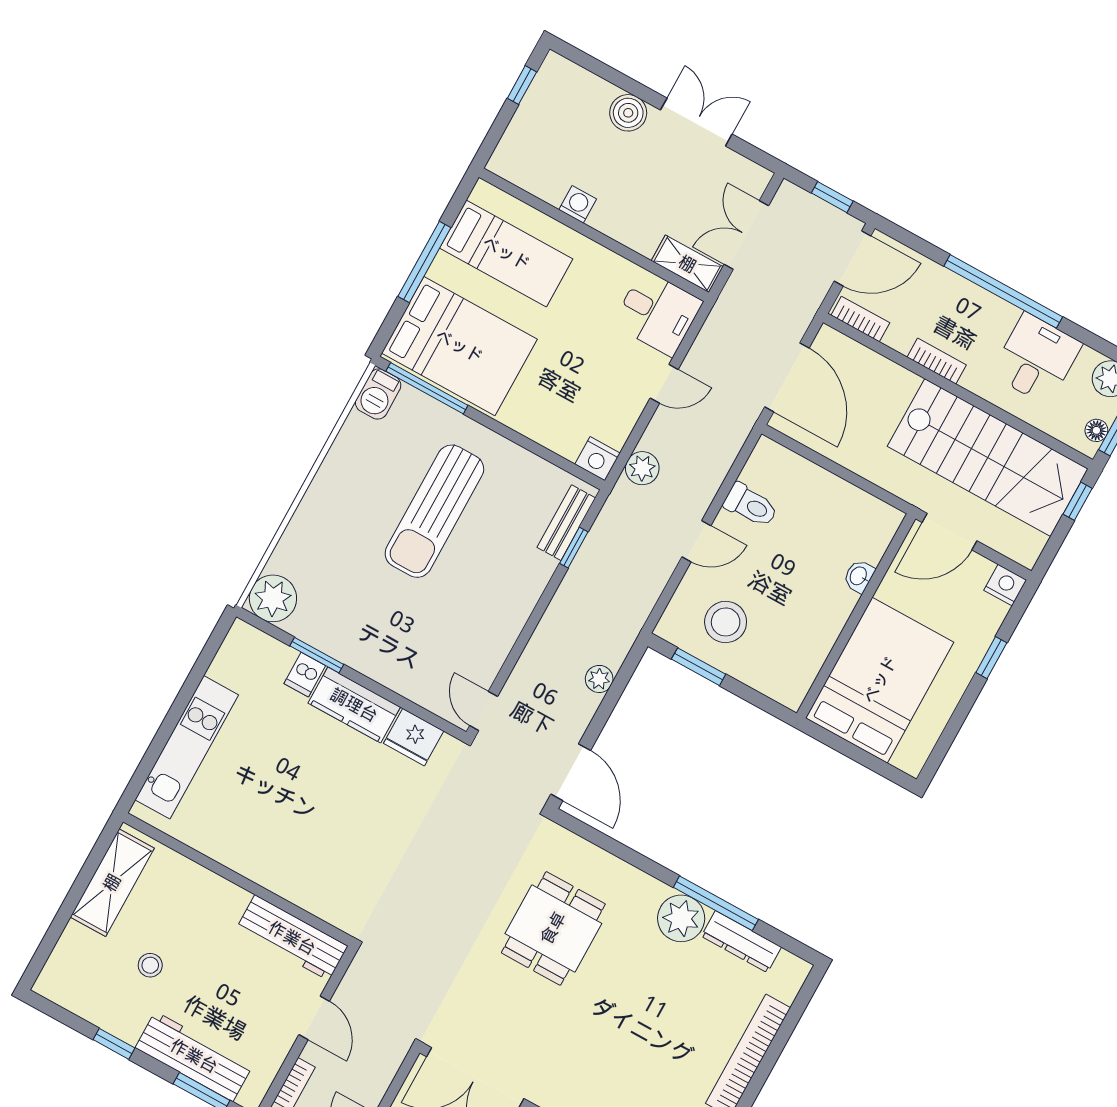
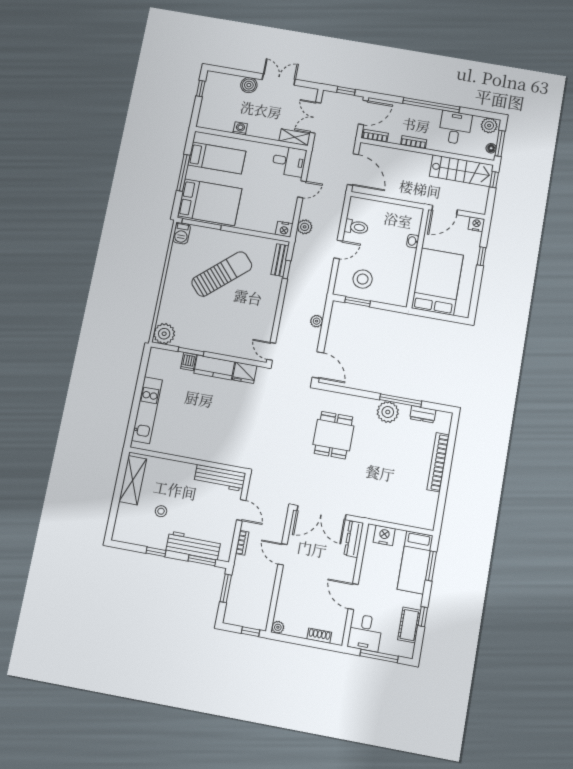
stairs: (988, 458) -> (461, 171), width x0.73, depth x0.66
sun lounger: (434, 511) -> (222, 274), turned -131
dresser: (741, 942) -> (423, 414), width x0.70

